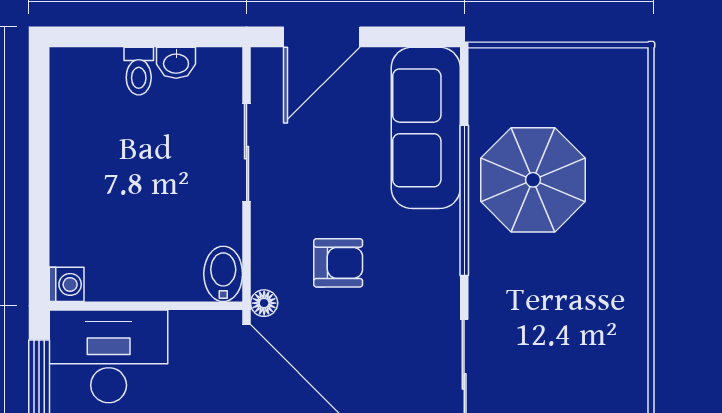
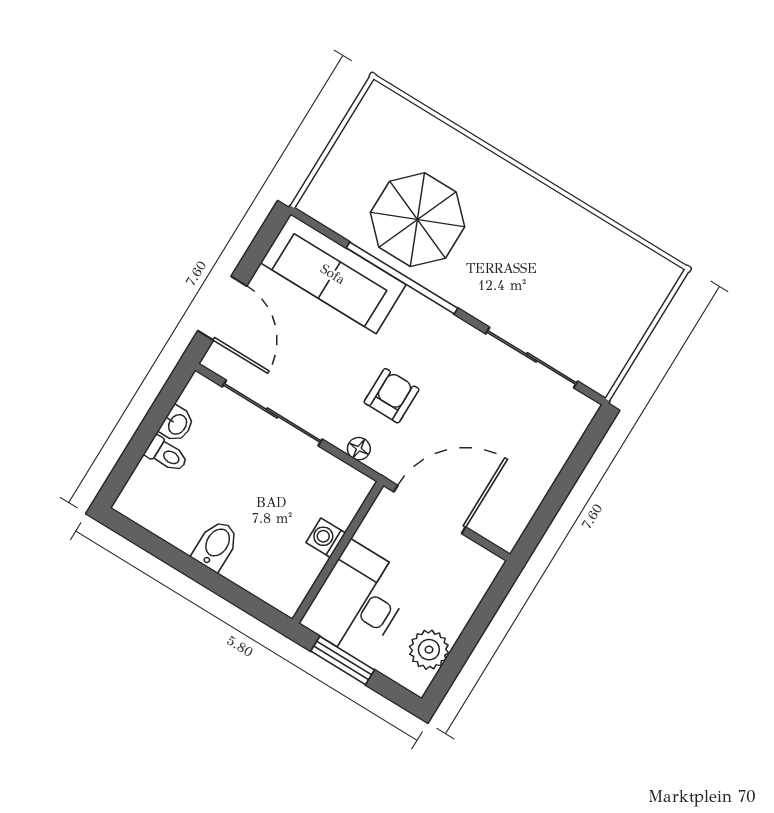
sliding door: (247, 153) -> (272, 413), width x1.37
bidet: (223, 274) -> (216, 545), moved, turned 90
washing machine: (67, 284) -> (326, 538), moved, turned -90
floor lamp: (264, 303) -> (359, 449), moved

